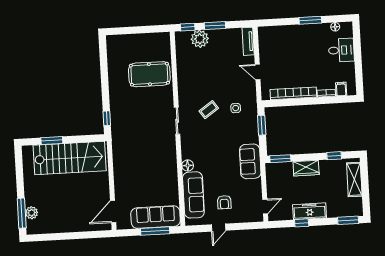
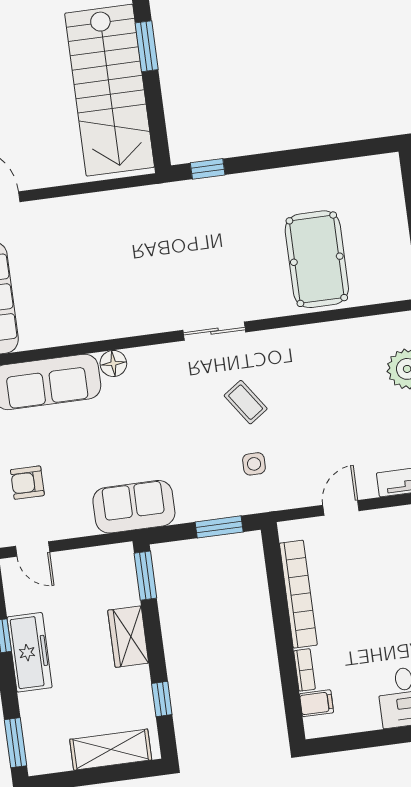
armchair: (224, 202) -> (27, 483), moved

